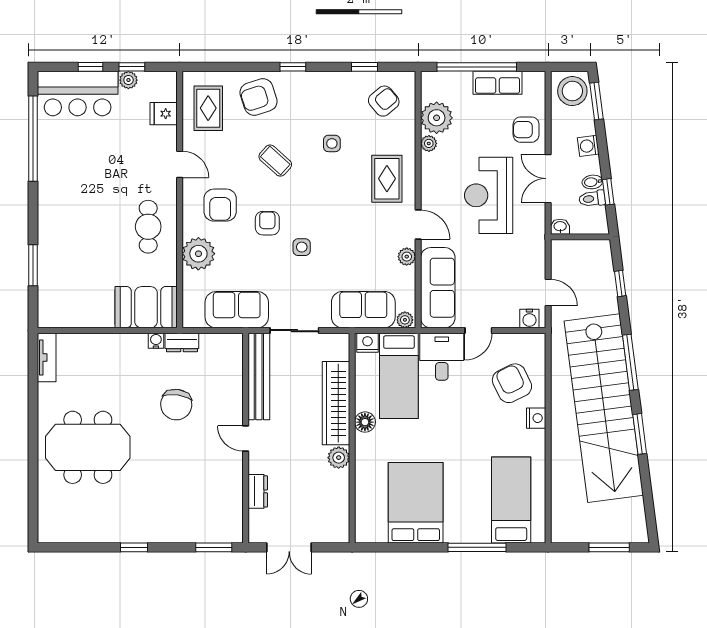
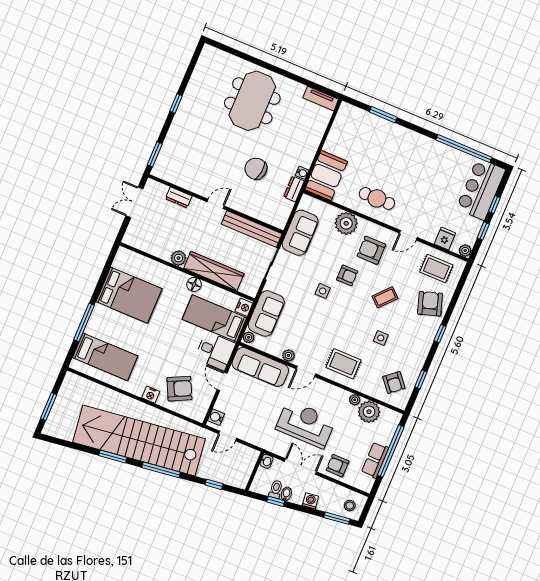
plant: (128, 80) -> (465, 251), moved
stool: (572, 91) -> (350, 506), width x0.53, depth x0.53
armchair: (526, 130) -> (338, 466), turned -90

